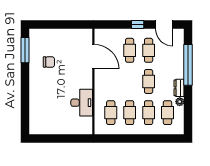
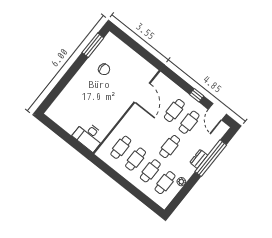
dresser: (179, 88) -> (199, 159), moved
desk: (82, 103) -> (89, 136), moved, turned 90

